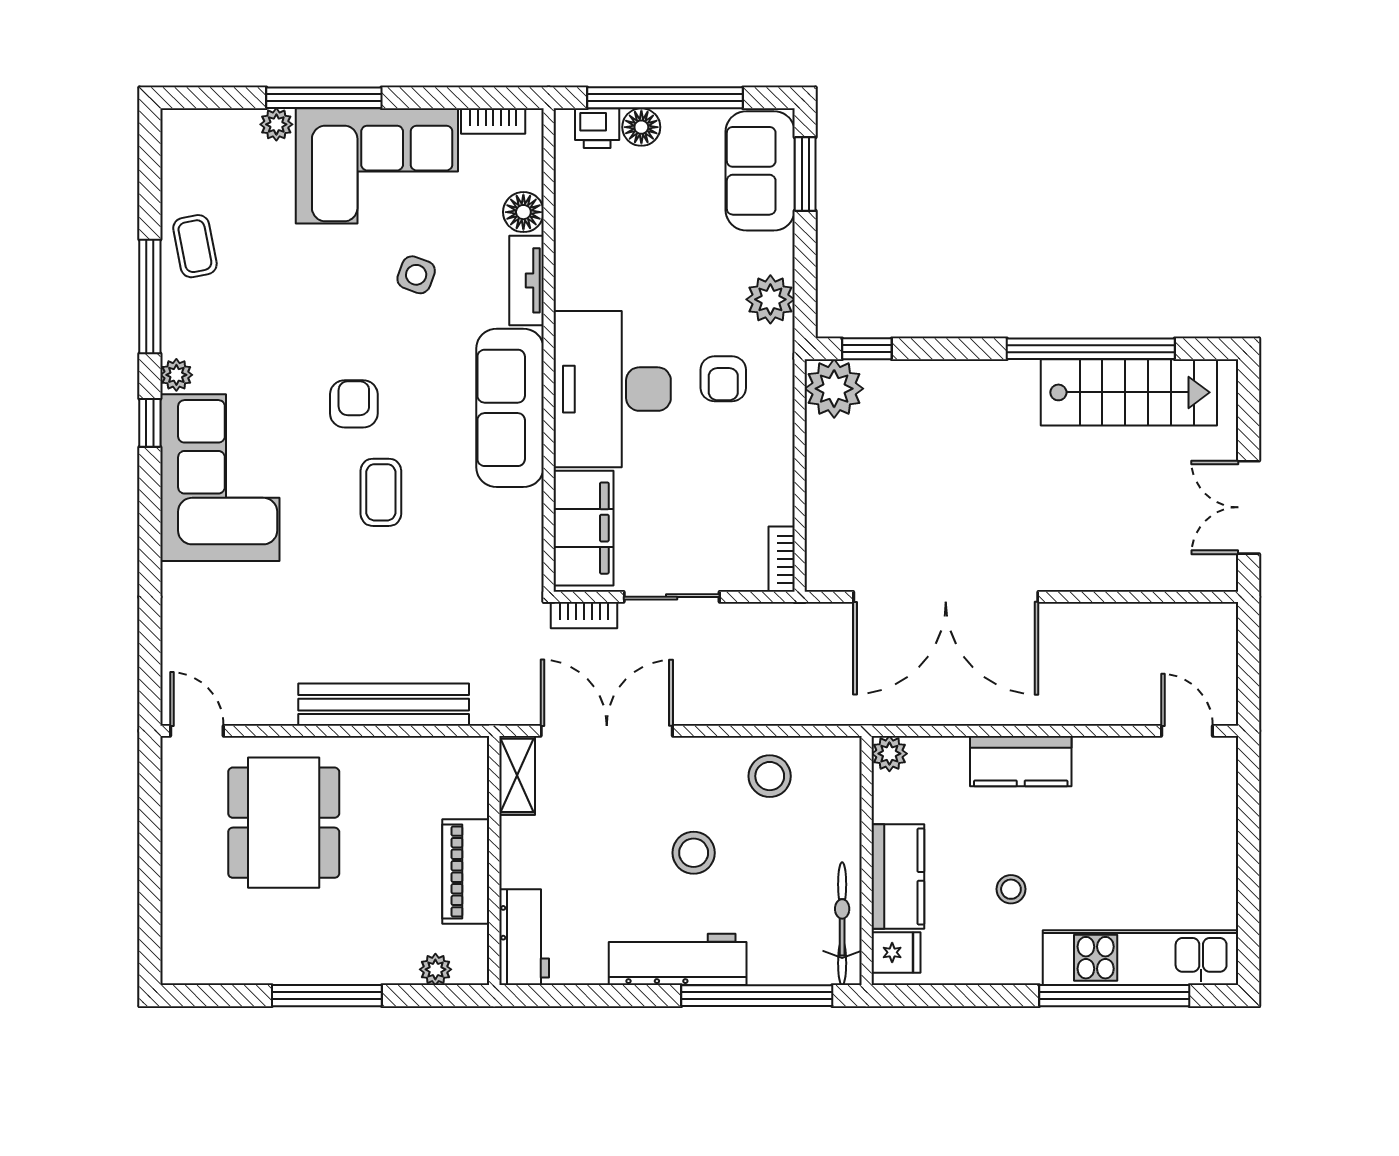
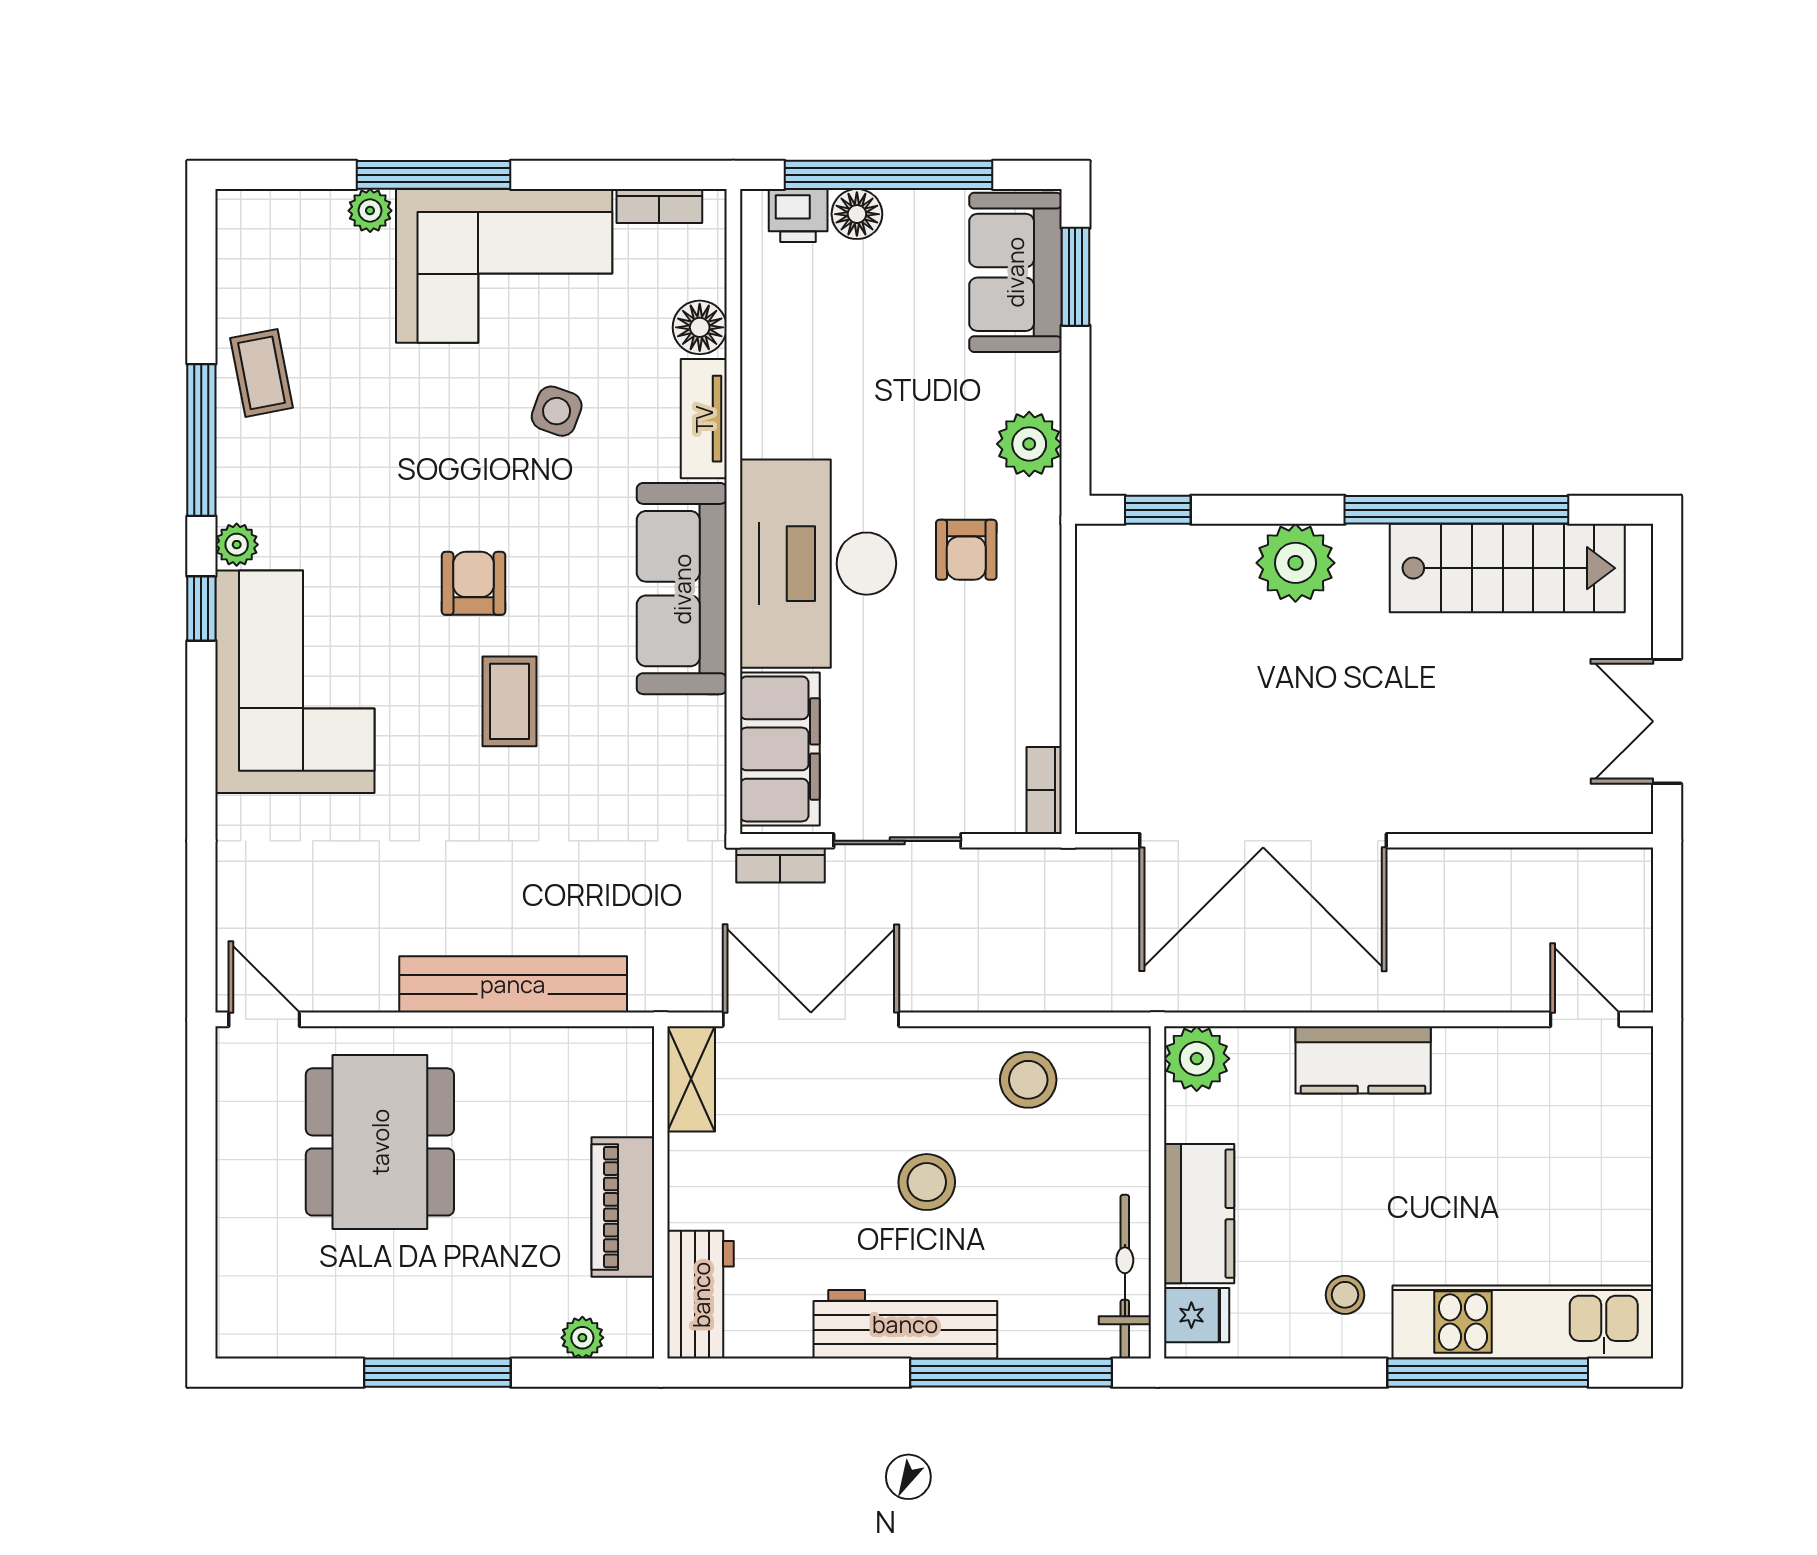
plant: (834, 389) -> (1295, 563), moved
plant: (889, 754) -> (1197, 1059), width x1.38, depth x1.38
stool: (1011, 889) -> (1345, 1295), moved

